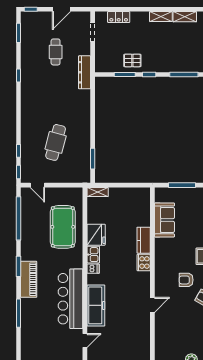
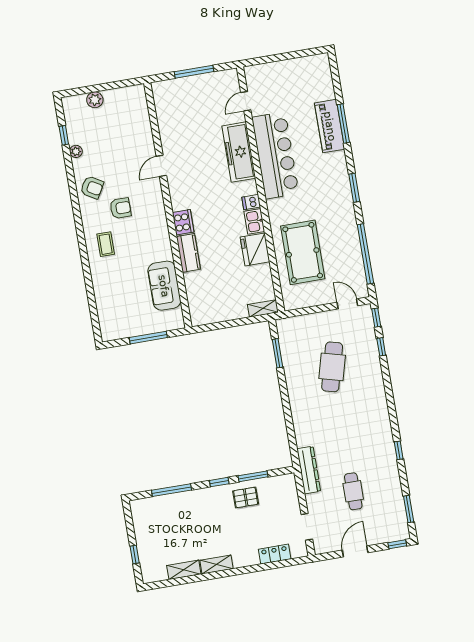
piano: (29, 279) -> (330, 126), moved

